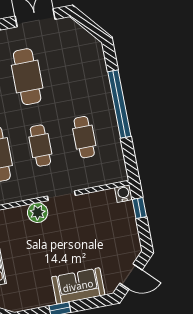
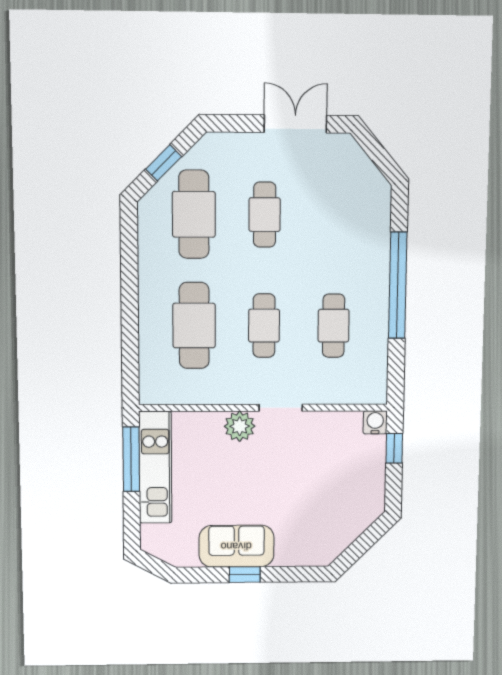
cafe table: (27, 77) -> (265, 215), width x0.73, depth x0.74
door: (131, 277) -> (360, 546), removed
sofa: (78, 286) -> (236, 546), moved

